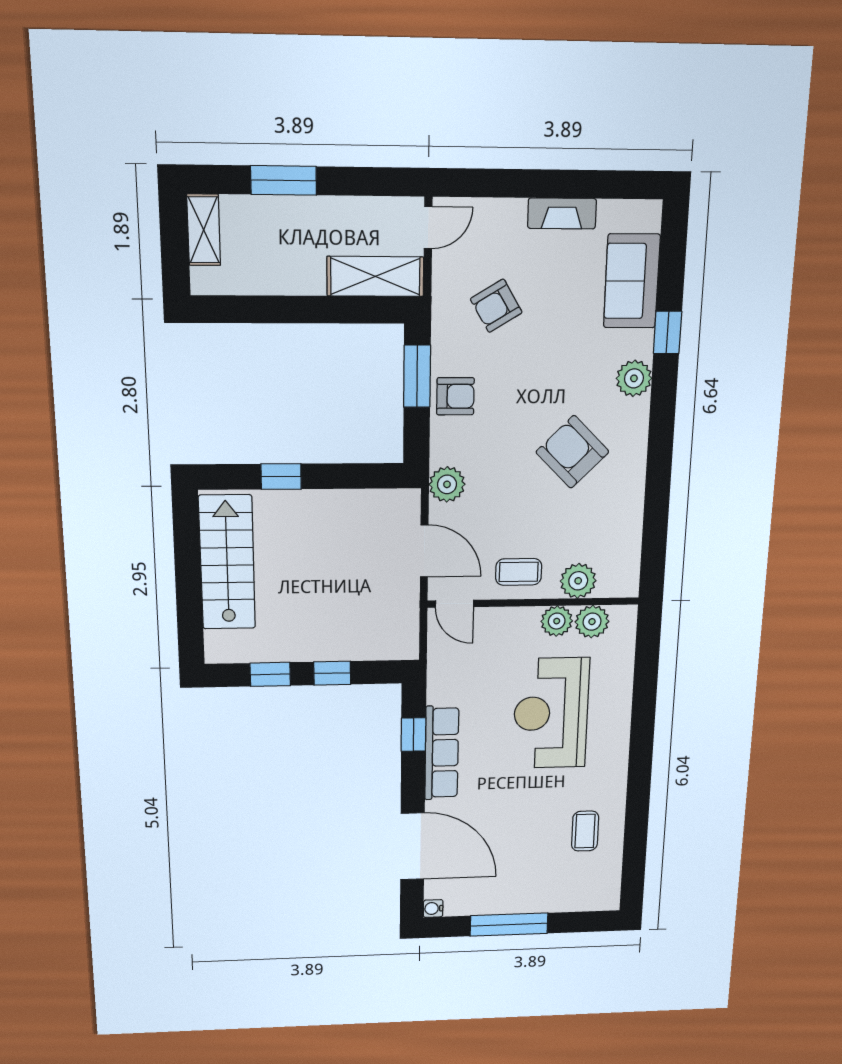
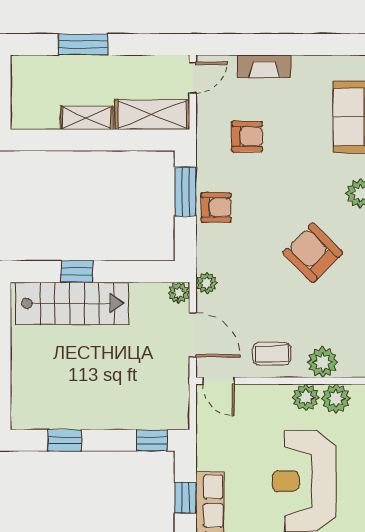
fireplace: (562, 213) -> (264, 66), moved
shelving: (204, 230) -> (87, 118), moved, turned 90
armchair: (496, 306) -> (247, 136), turned -149
plant: (447, 484) -> (207, 283), width x0.73, depth x0.73
plant: (408, 501) -> (179, 293), added
stairs: (227, 563) -> (72, 303), moved, turned 90
window: (332, 673) -> (152, 440), moved

